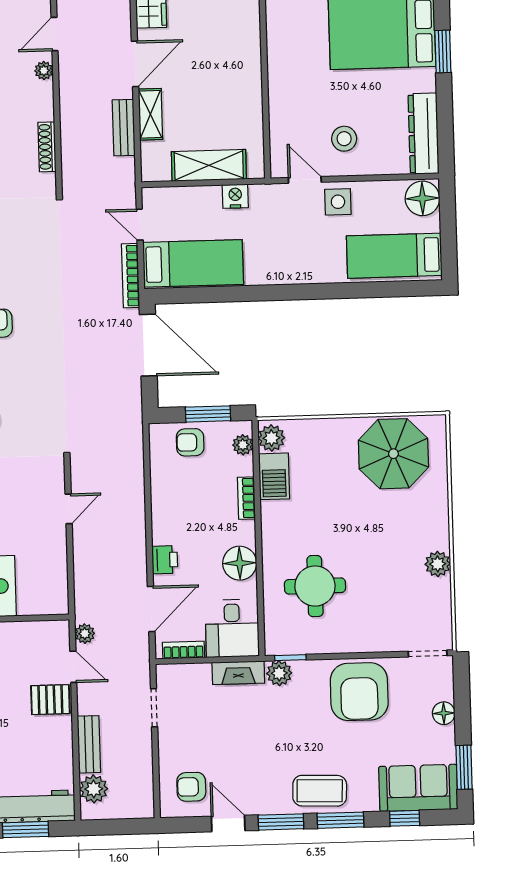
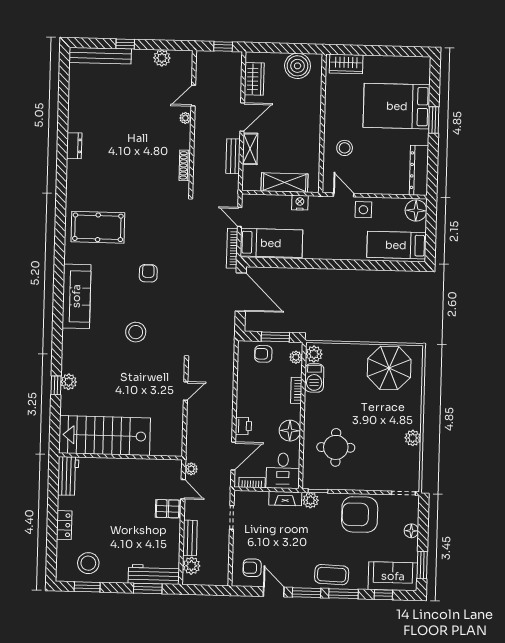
stool: (344, 139) -> (345, 148), moved
armchair: (359, 692) -> (360, 514), turned 90

